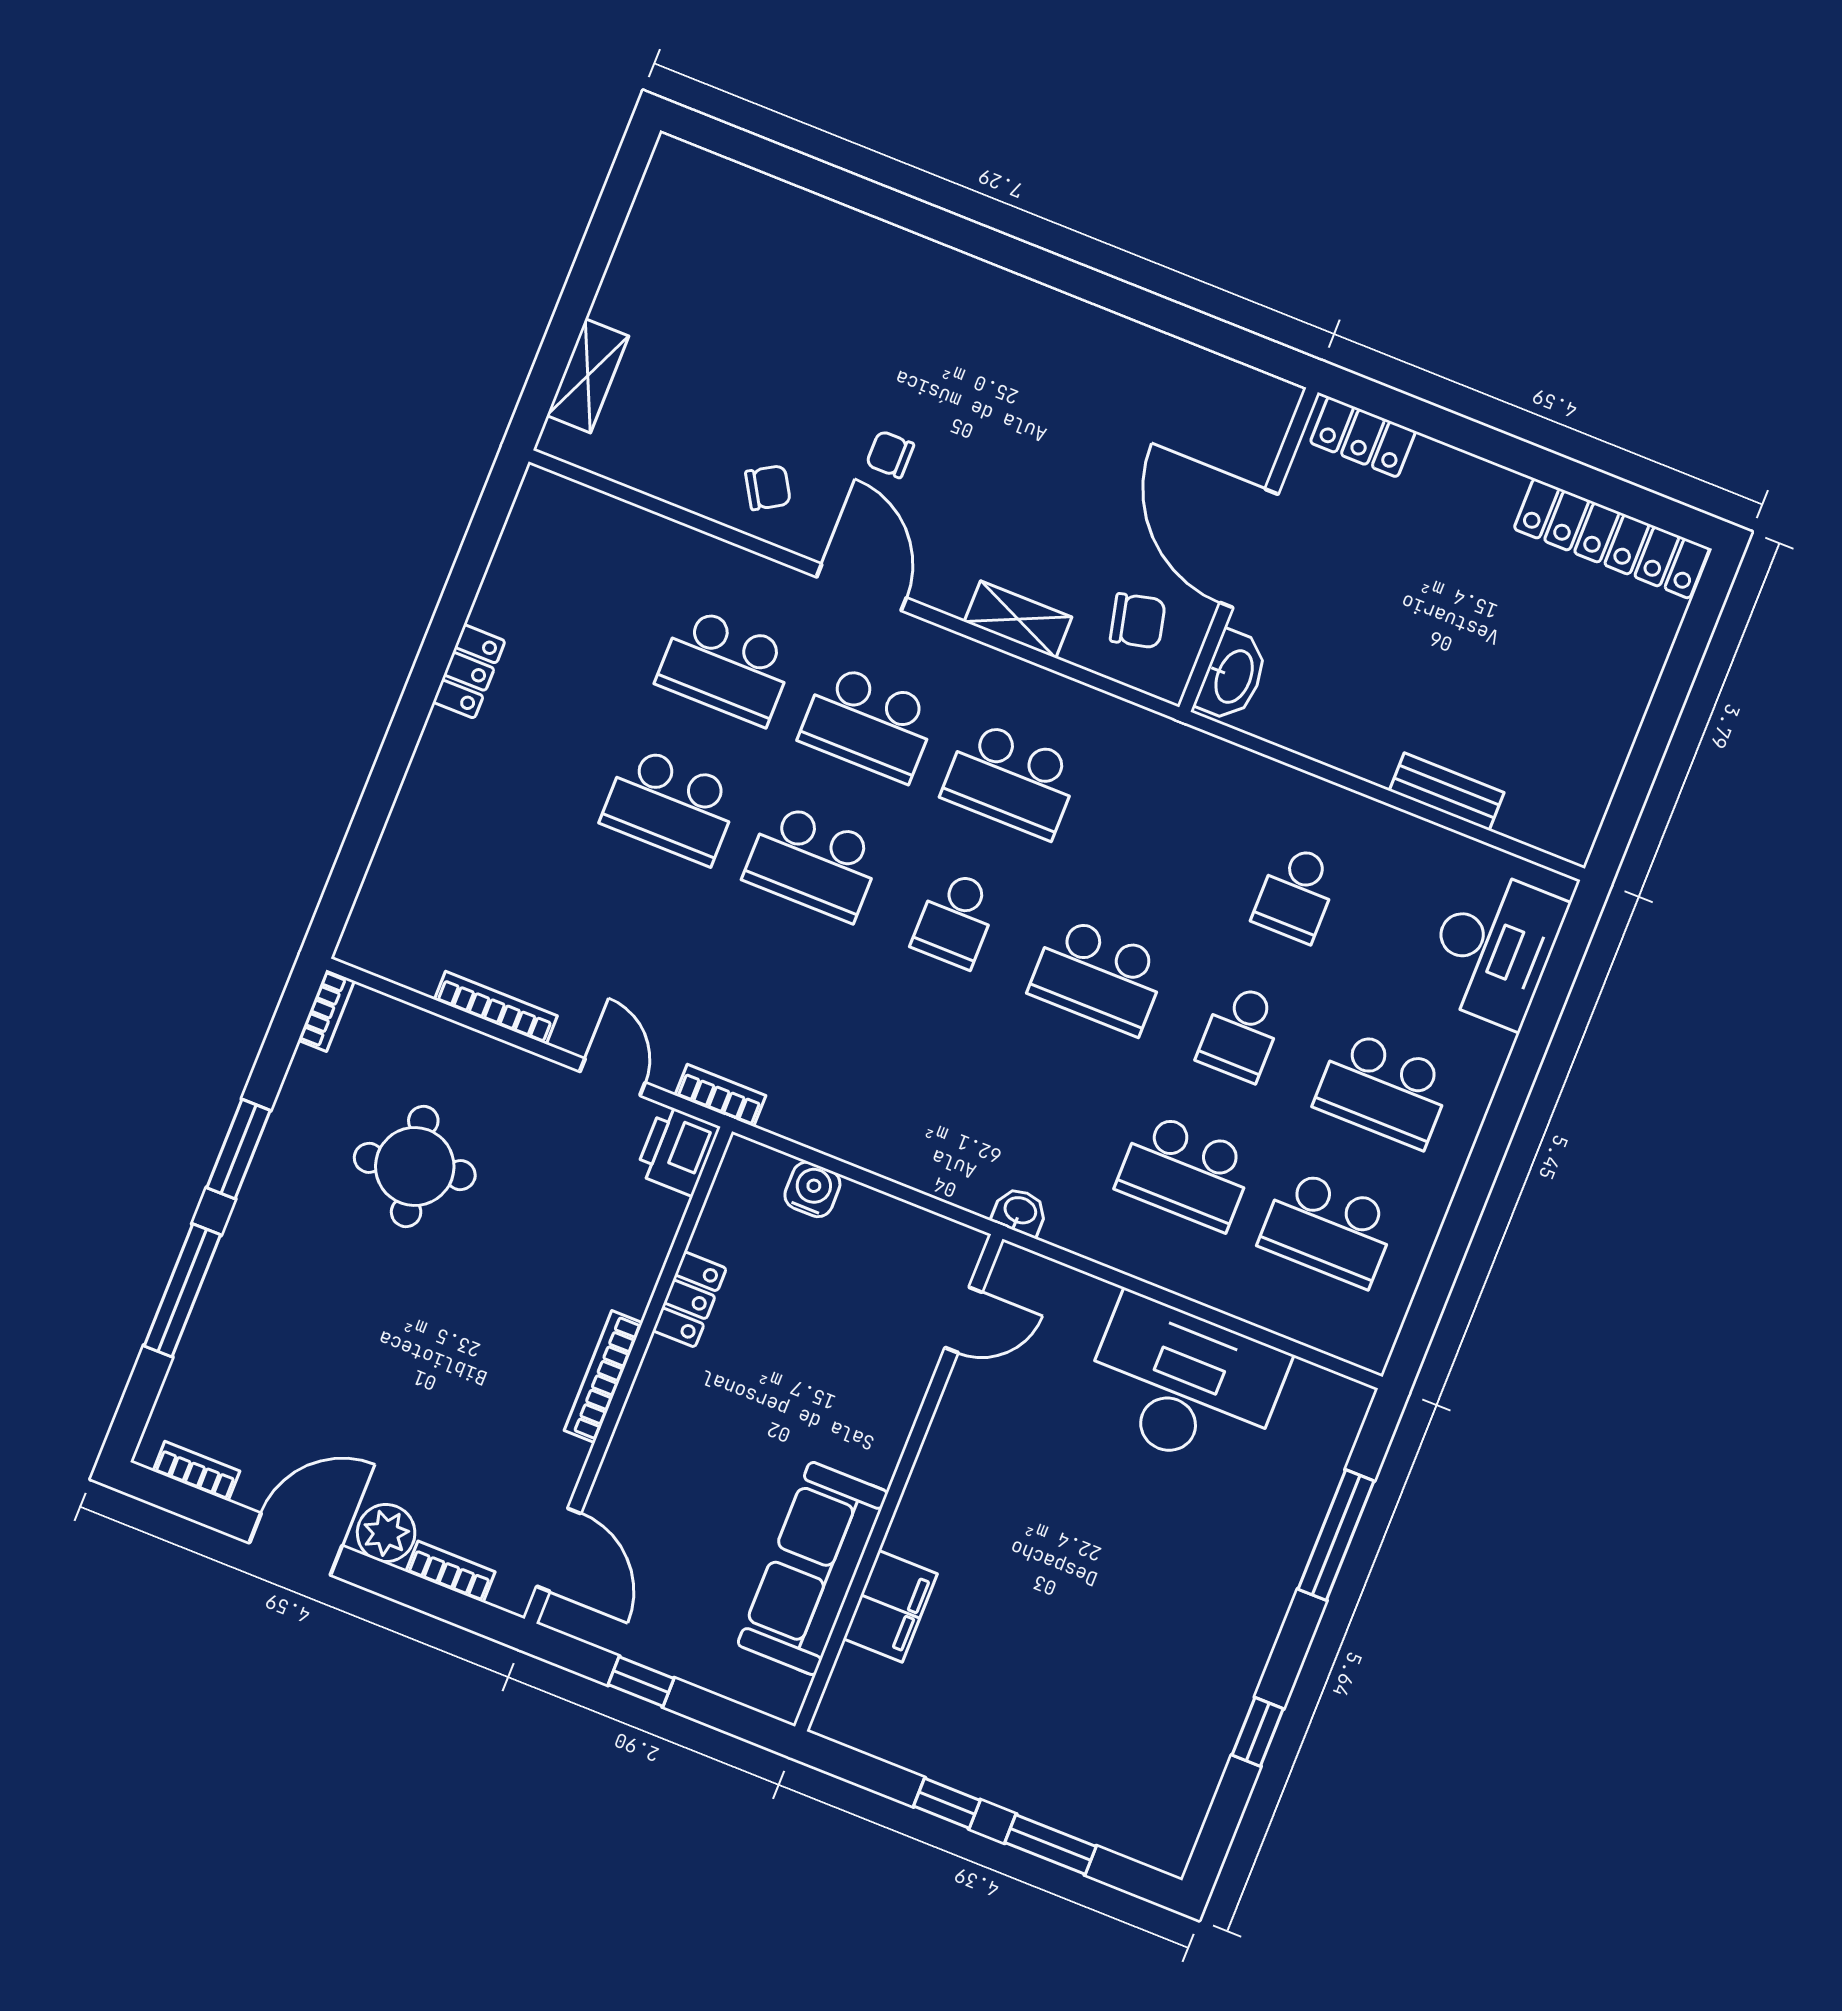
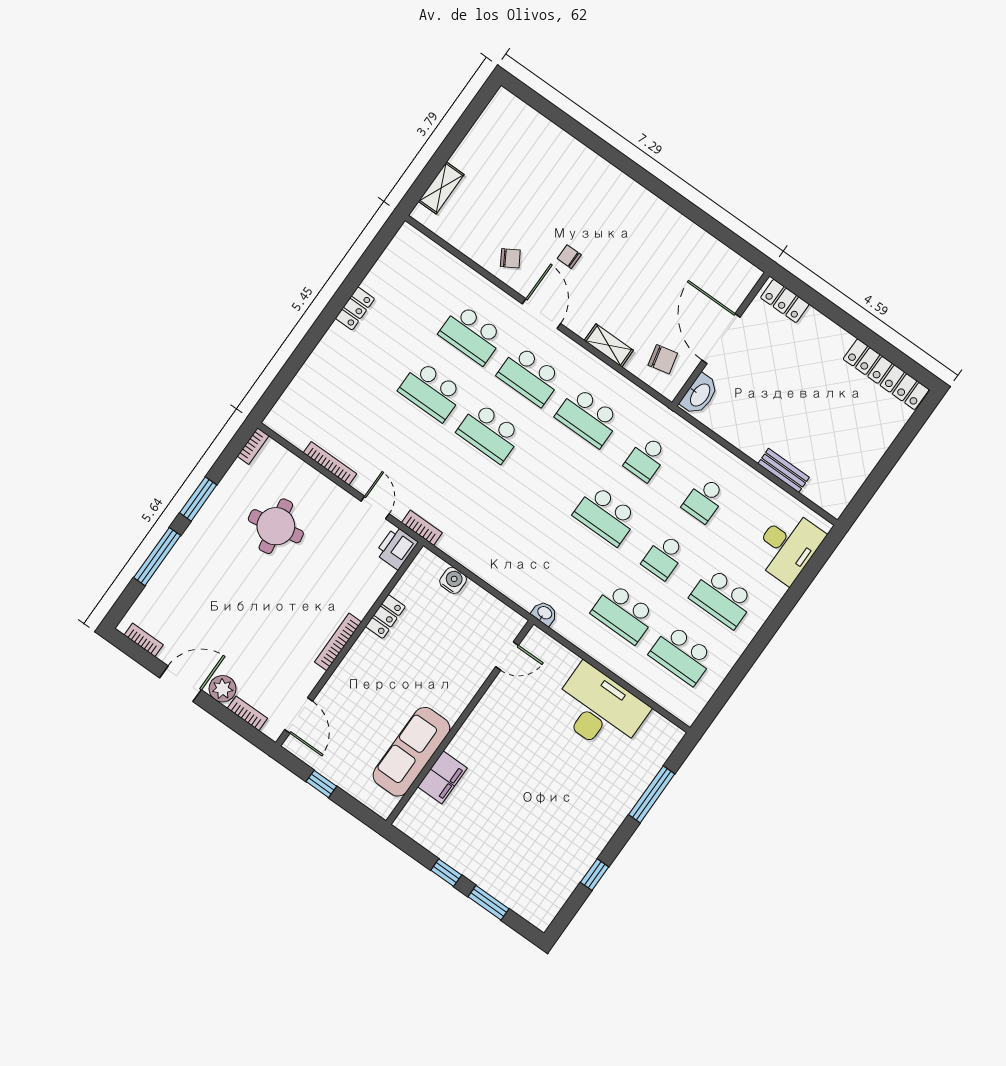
school desk: (956, 919) -> (646, 459), moved

